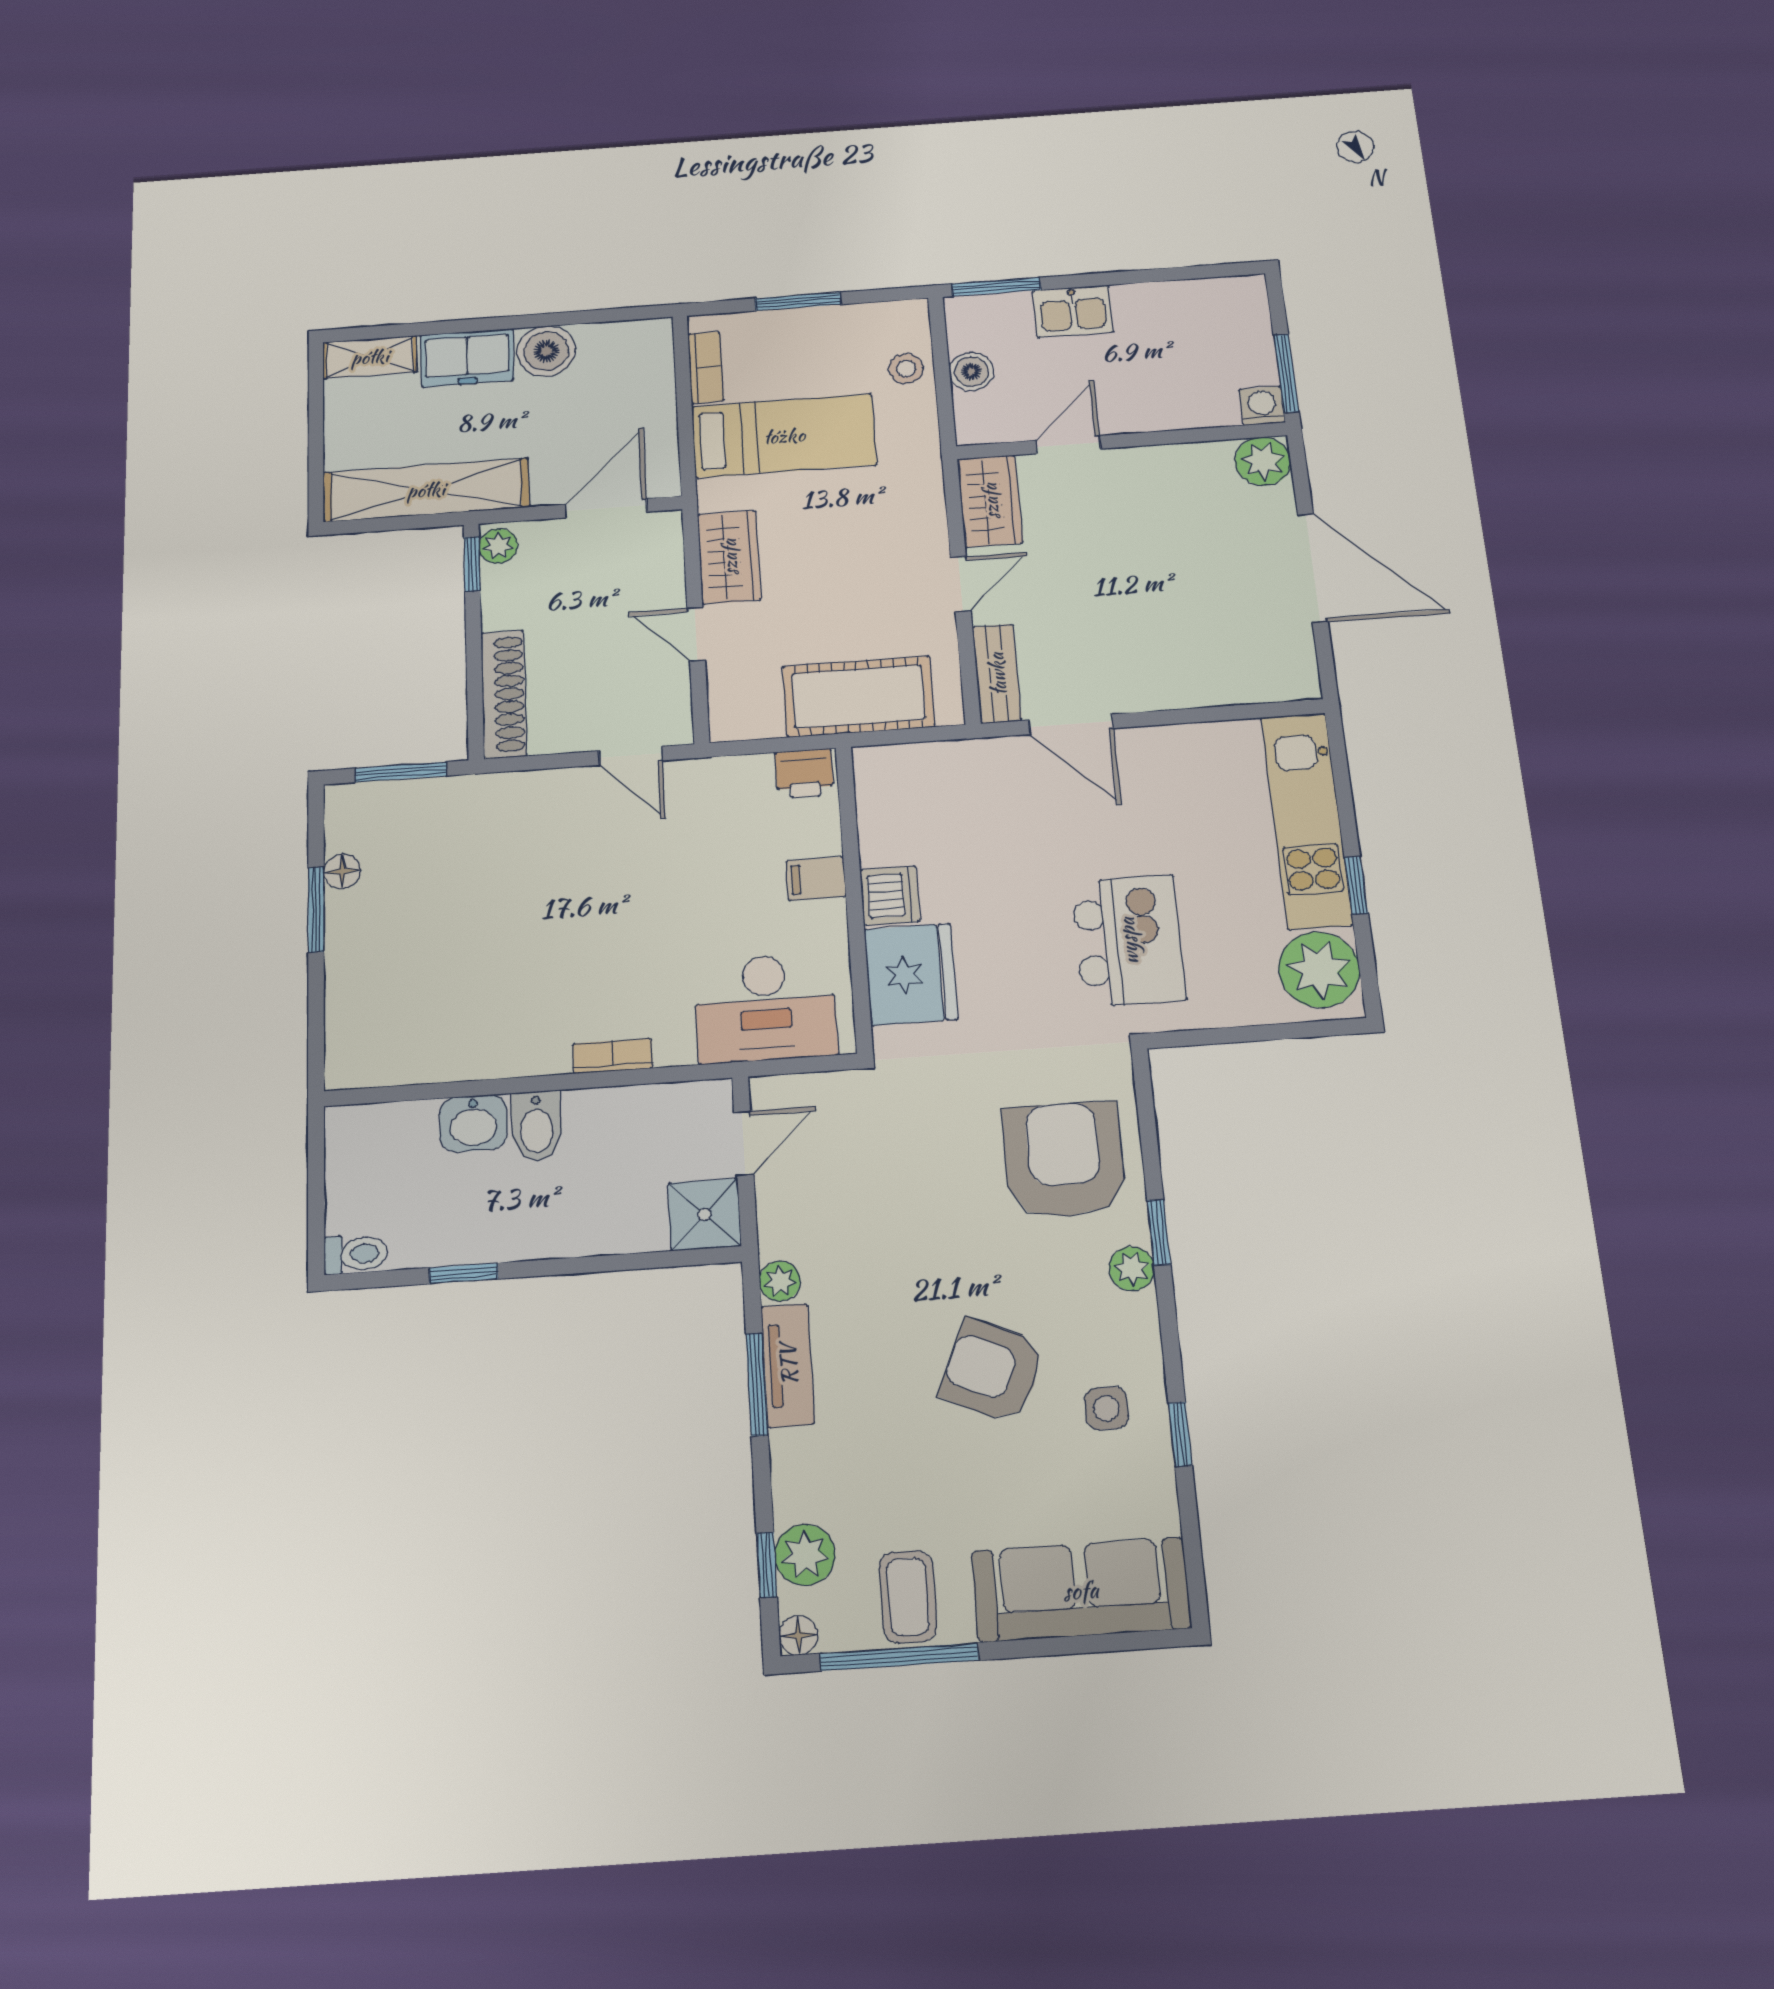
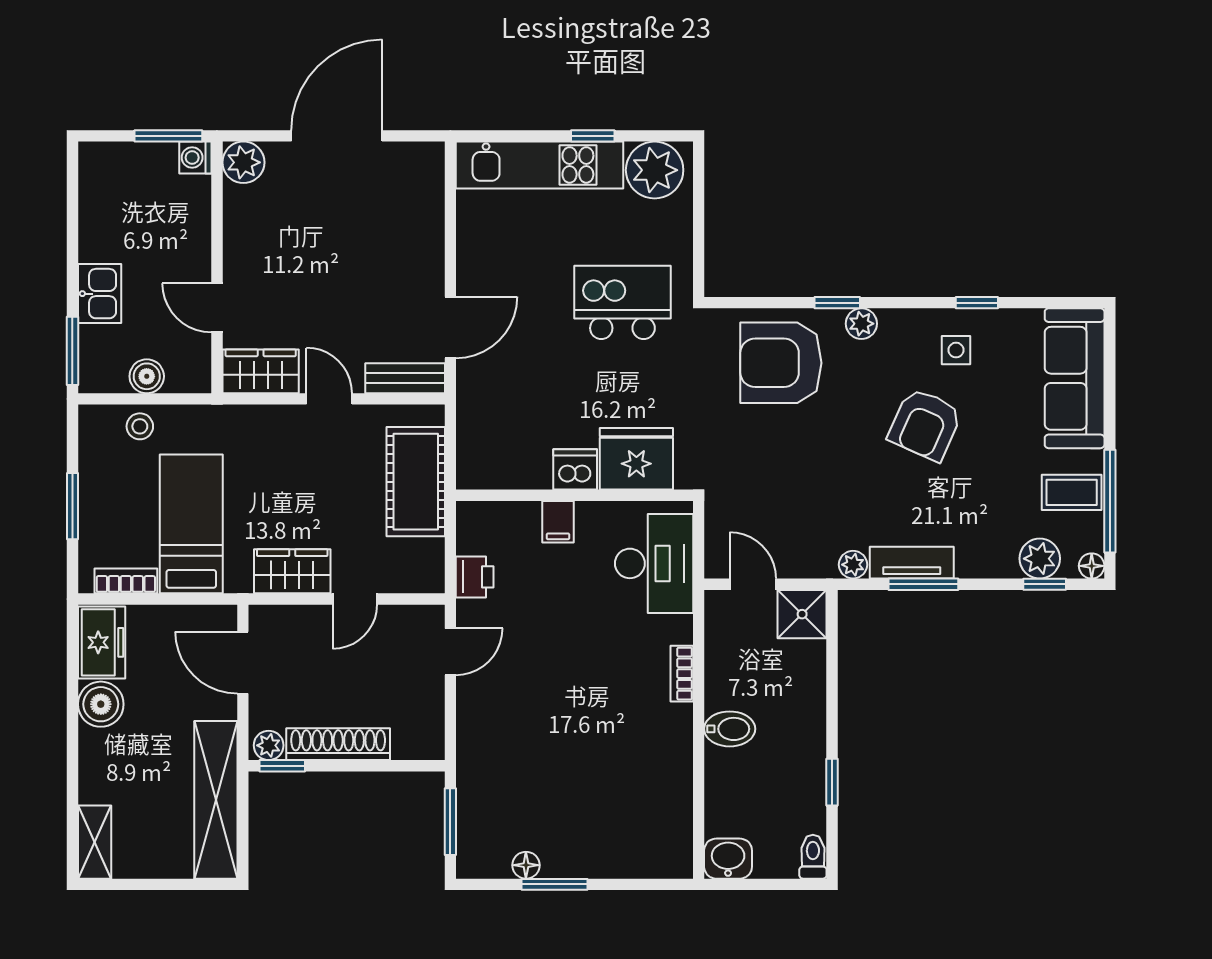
freezer: (467, 358) -> (102, 642), moved
shoe rack: (504, 694) -> (338, 744), moved
printer: (804, 774) -> (475, 577), moved
washbasin: (473, 1123) -> (728, 859), moved, turned -90

